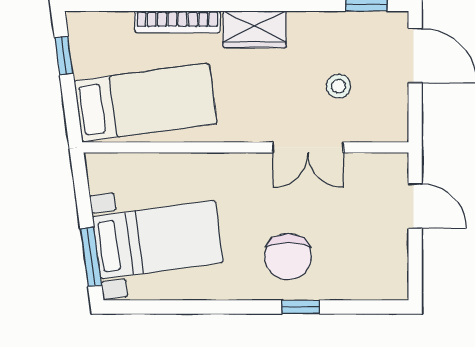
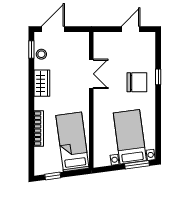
wardrobe: (255, 29) -> (42, 83), moved
stool: (338, 86) -> (41, 54), moved
door: (415, 206) -> (131, 29), moved

